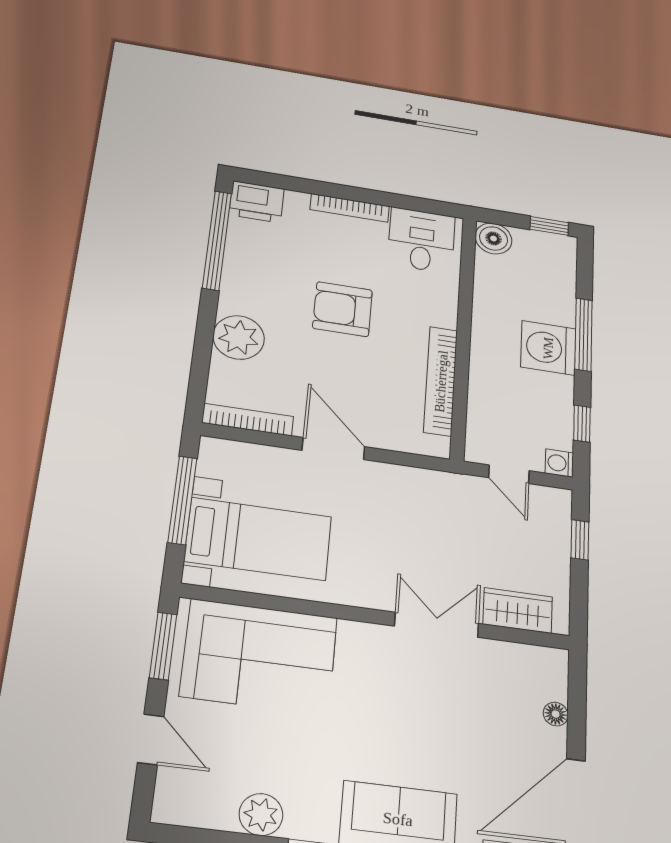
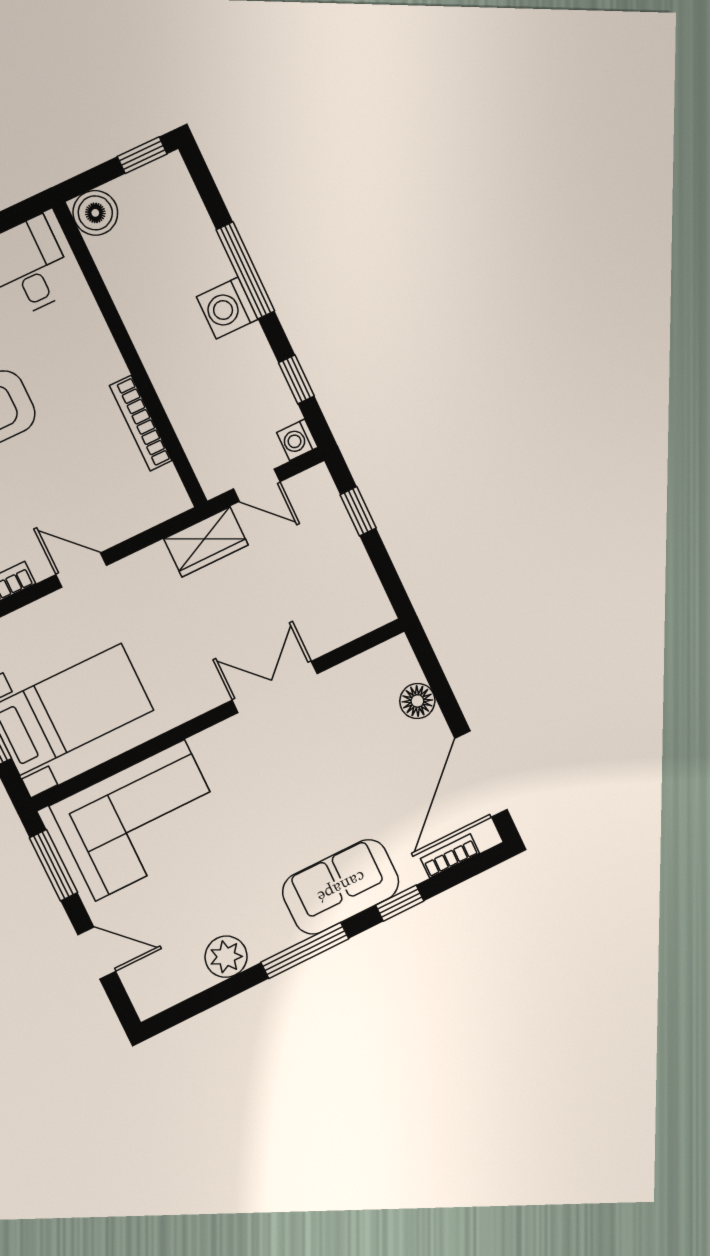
washing machine: (548, 348) -> (227, 308), width x0.73, depth x0.73
bookcase: (441, 381) -> (141, 423), width x0.68, depth x0.76
door: (333, 448) -> (81, 570), width x0.73
wardrobe: (518, 611) -> (206, 542), moved, turned 180
floor lamp: (556, 714) -> (417, 701), width x1.37, depth x1.37

